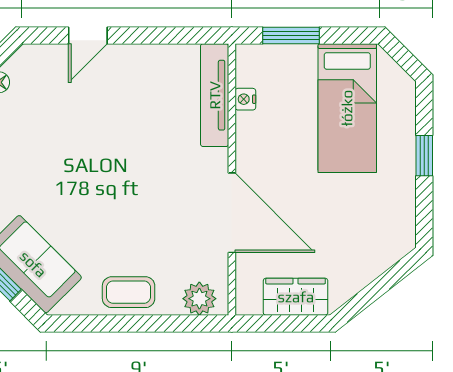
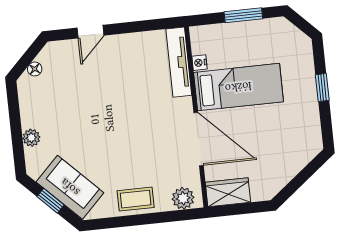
window: (291, 35) -> (243, 15), moved
bed: (347, 108) -> (238, 87), moved, turned -90
wardrobe: (296, 297) -> (228, 192), moved

